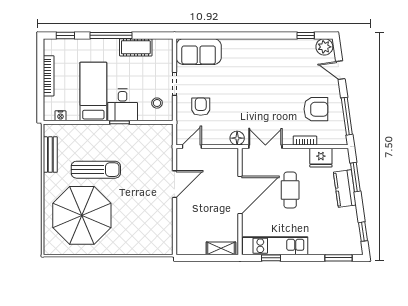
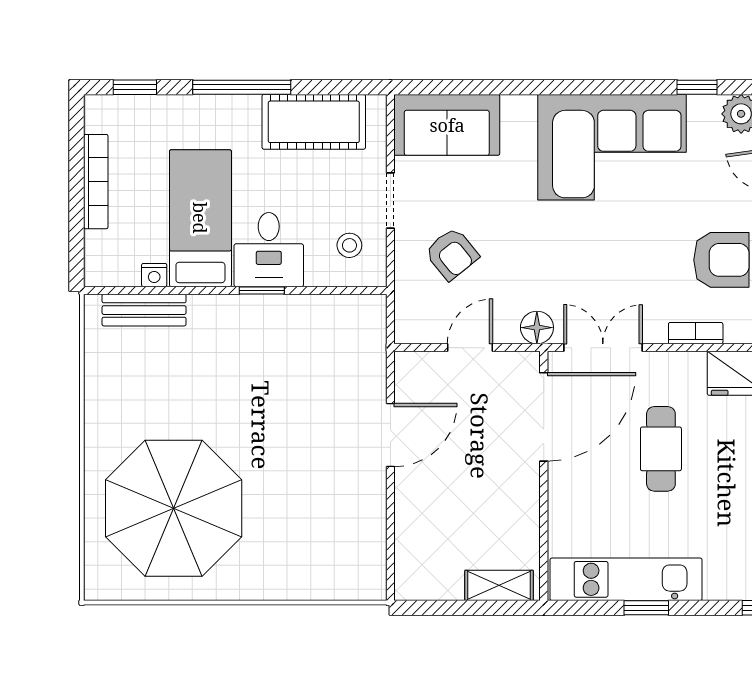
cot: (136, 47) -> (314, 122), width x1.37, depth x1.34
corner sofa: (269, 61) -> (612, 147), added
armchair: (201, 107) -> (452, 254), turned 141
nightstand: (60, 116) -> (154, 275), moved
door: (192, 147) -> (470, 348), moved
bench: (50, 155) -> (144, 310), moved, turned 90
sun lounger: (96, 170) -> (206, 401), removed
door: (240, 195) -> (544, 417), moved
window: (271, 258) -> (646, 608), moved

